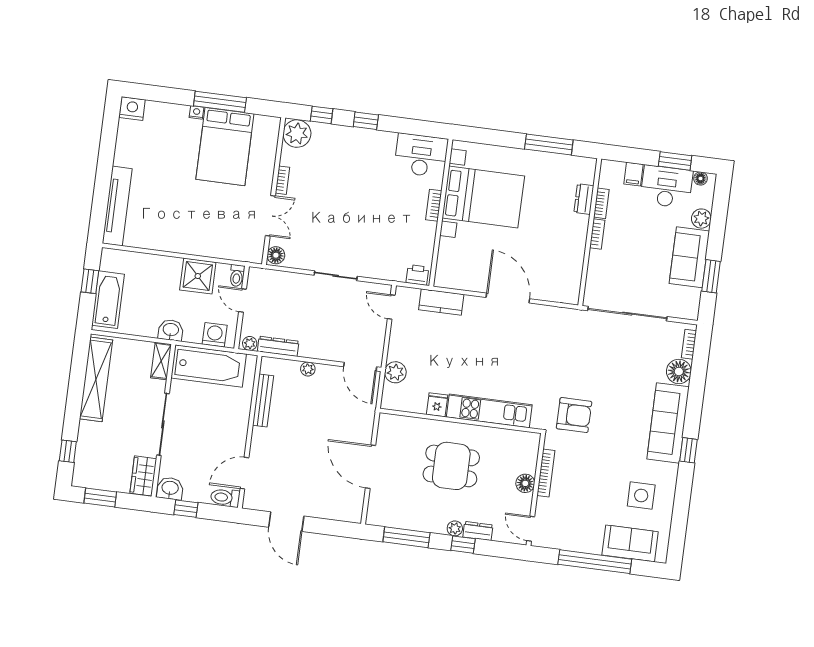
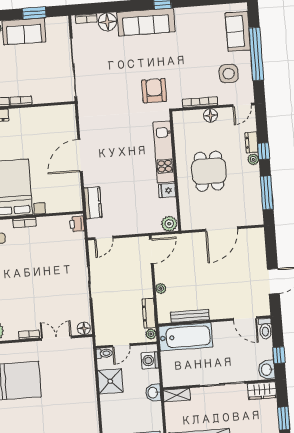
bathtub: (209, 366) -> (185, 337), moved, turned 90
plant: (395, 372) -> (169, 224), moved
side table: (641, 496) -> (229, 74), moved

